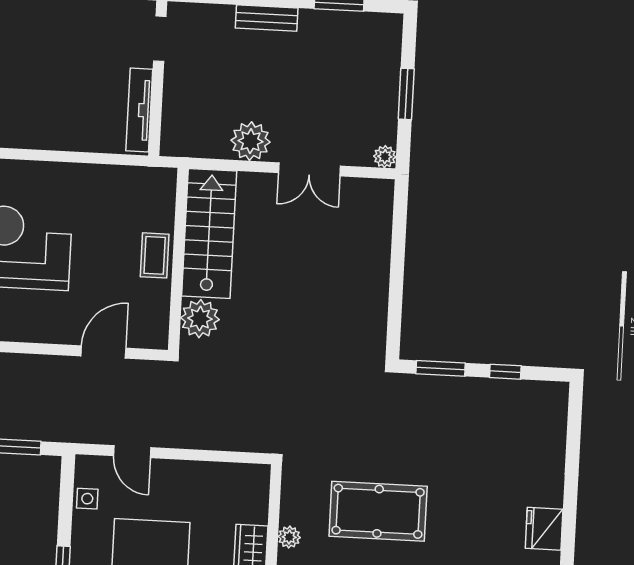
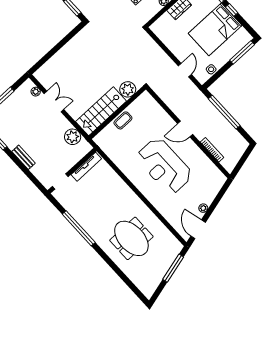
plant: (250, 141) -> (73, 137), moved
plant: (385, 157) -> (36, 92), moved
door: (103, 352) -> (185, 129), moved

